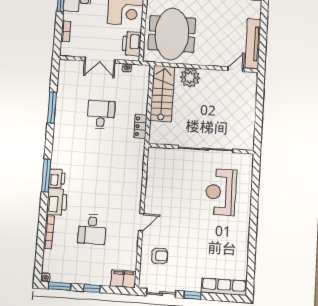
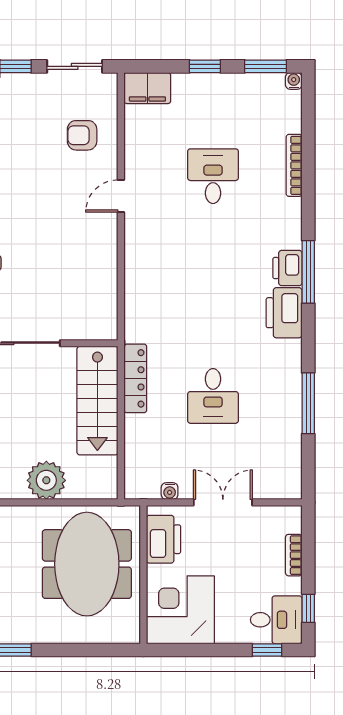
stairs: (162, 94) -> (97, 401), moved
locker: (140, 126) -> (135, 378), width x1.53
printer: (57, 202) -> (284, 313), moved

